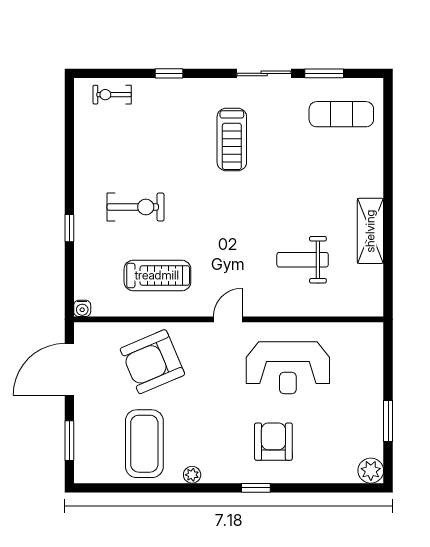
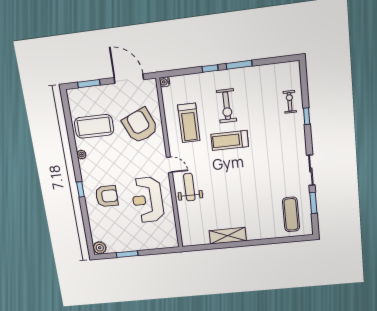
exercise bike: (112, 95) -> (290, 102), moved
treadmill: (232, 140) -> (230, 140), moved
window: (69, 179) -> (239, 65), added
weight bench: (303, 260) -> (189, 187), moved

